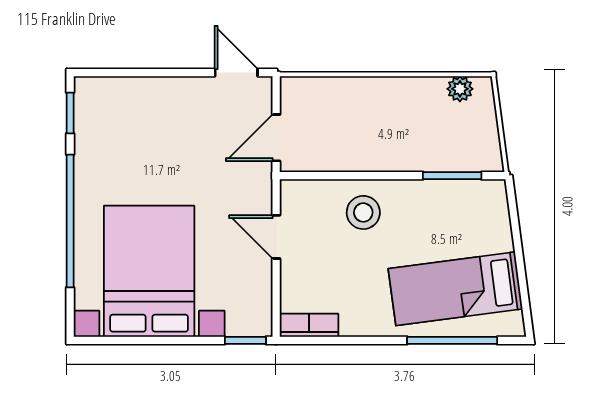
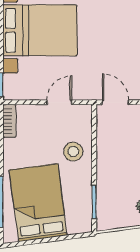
bed: (455, 289) -> (38, 203), width x1.50

